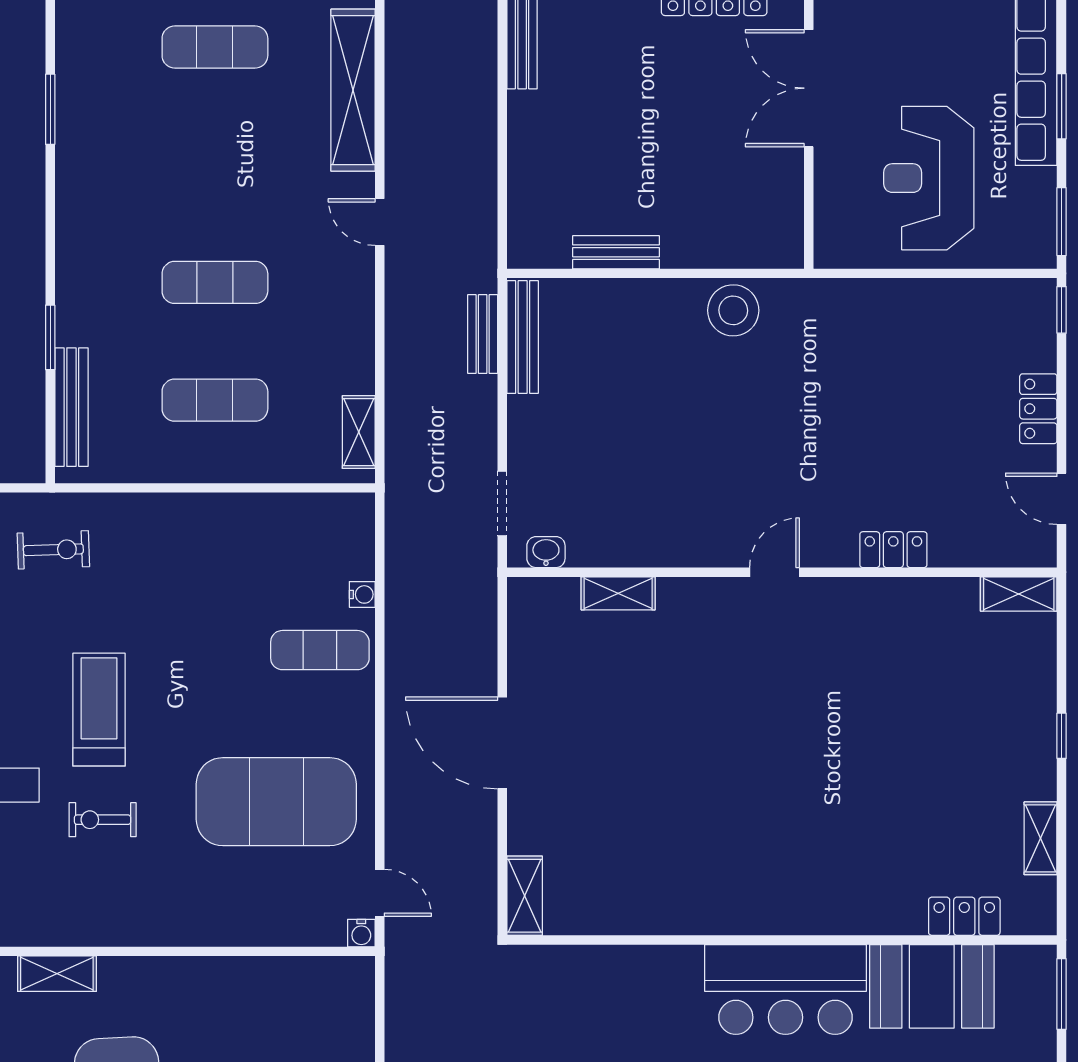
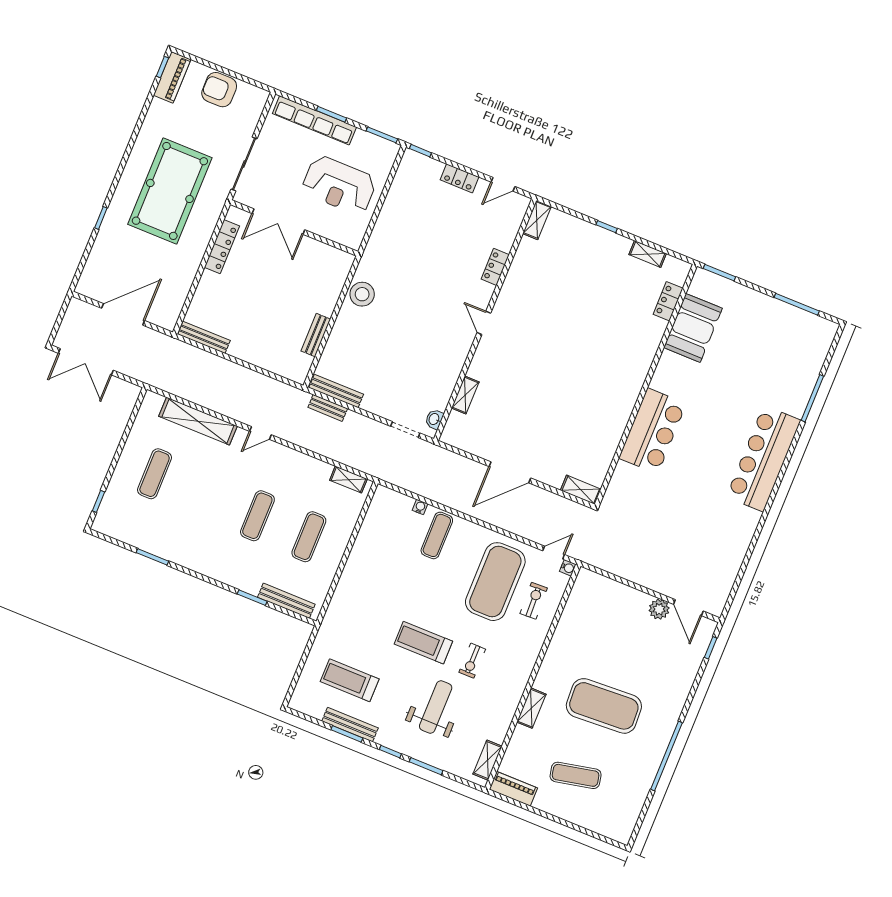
exercise bike: (53, 550) -> (534, 601), moved
bar counter: (785, 989) -> (653, 431), moved

